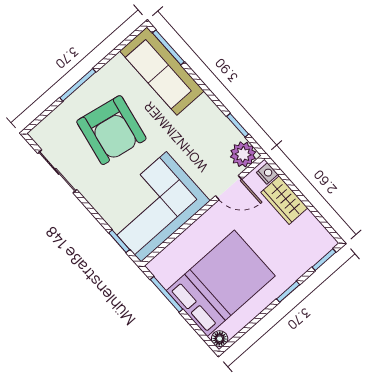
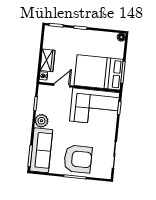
armchair: (111, 130) -> (78, 159), moved, turned 79
plant: (243, 154) -> (41, 121), moved
door: (229, 188) -> (62, 85), hinge flipped
bed: (221, 283) -> (99, 72), moved

